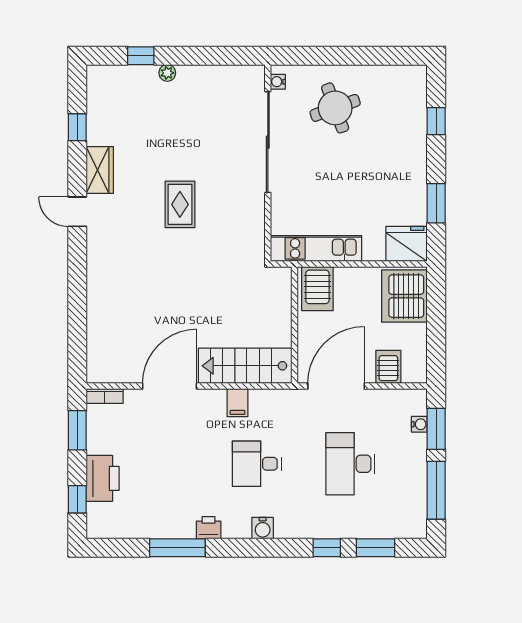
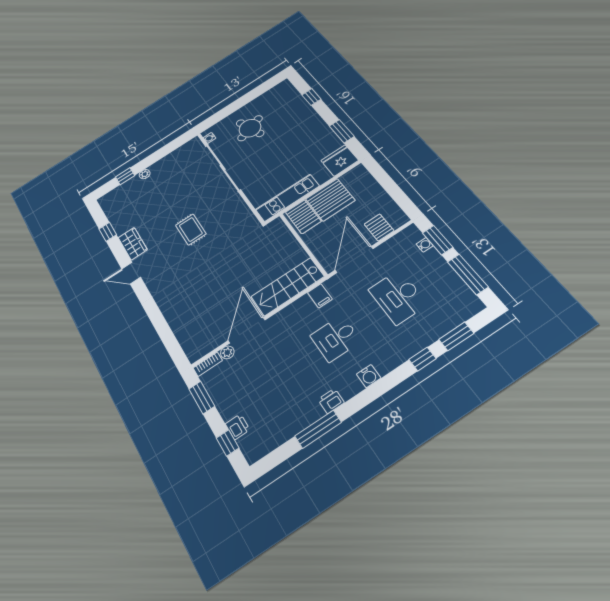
server rack: (404, 296) -> (330, 200), moved, turned -90
plant: (134, 397) -> (227, 352), added
filing cabinet: (238, 403) -> (320, 296), moved
printer: (103, 478) -> (238, 427), width x0.53, depth x0.68

